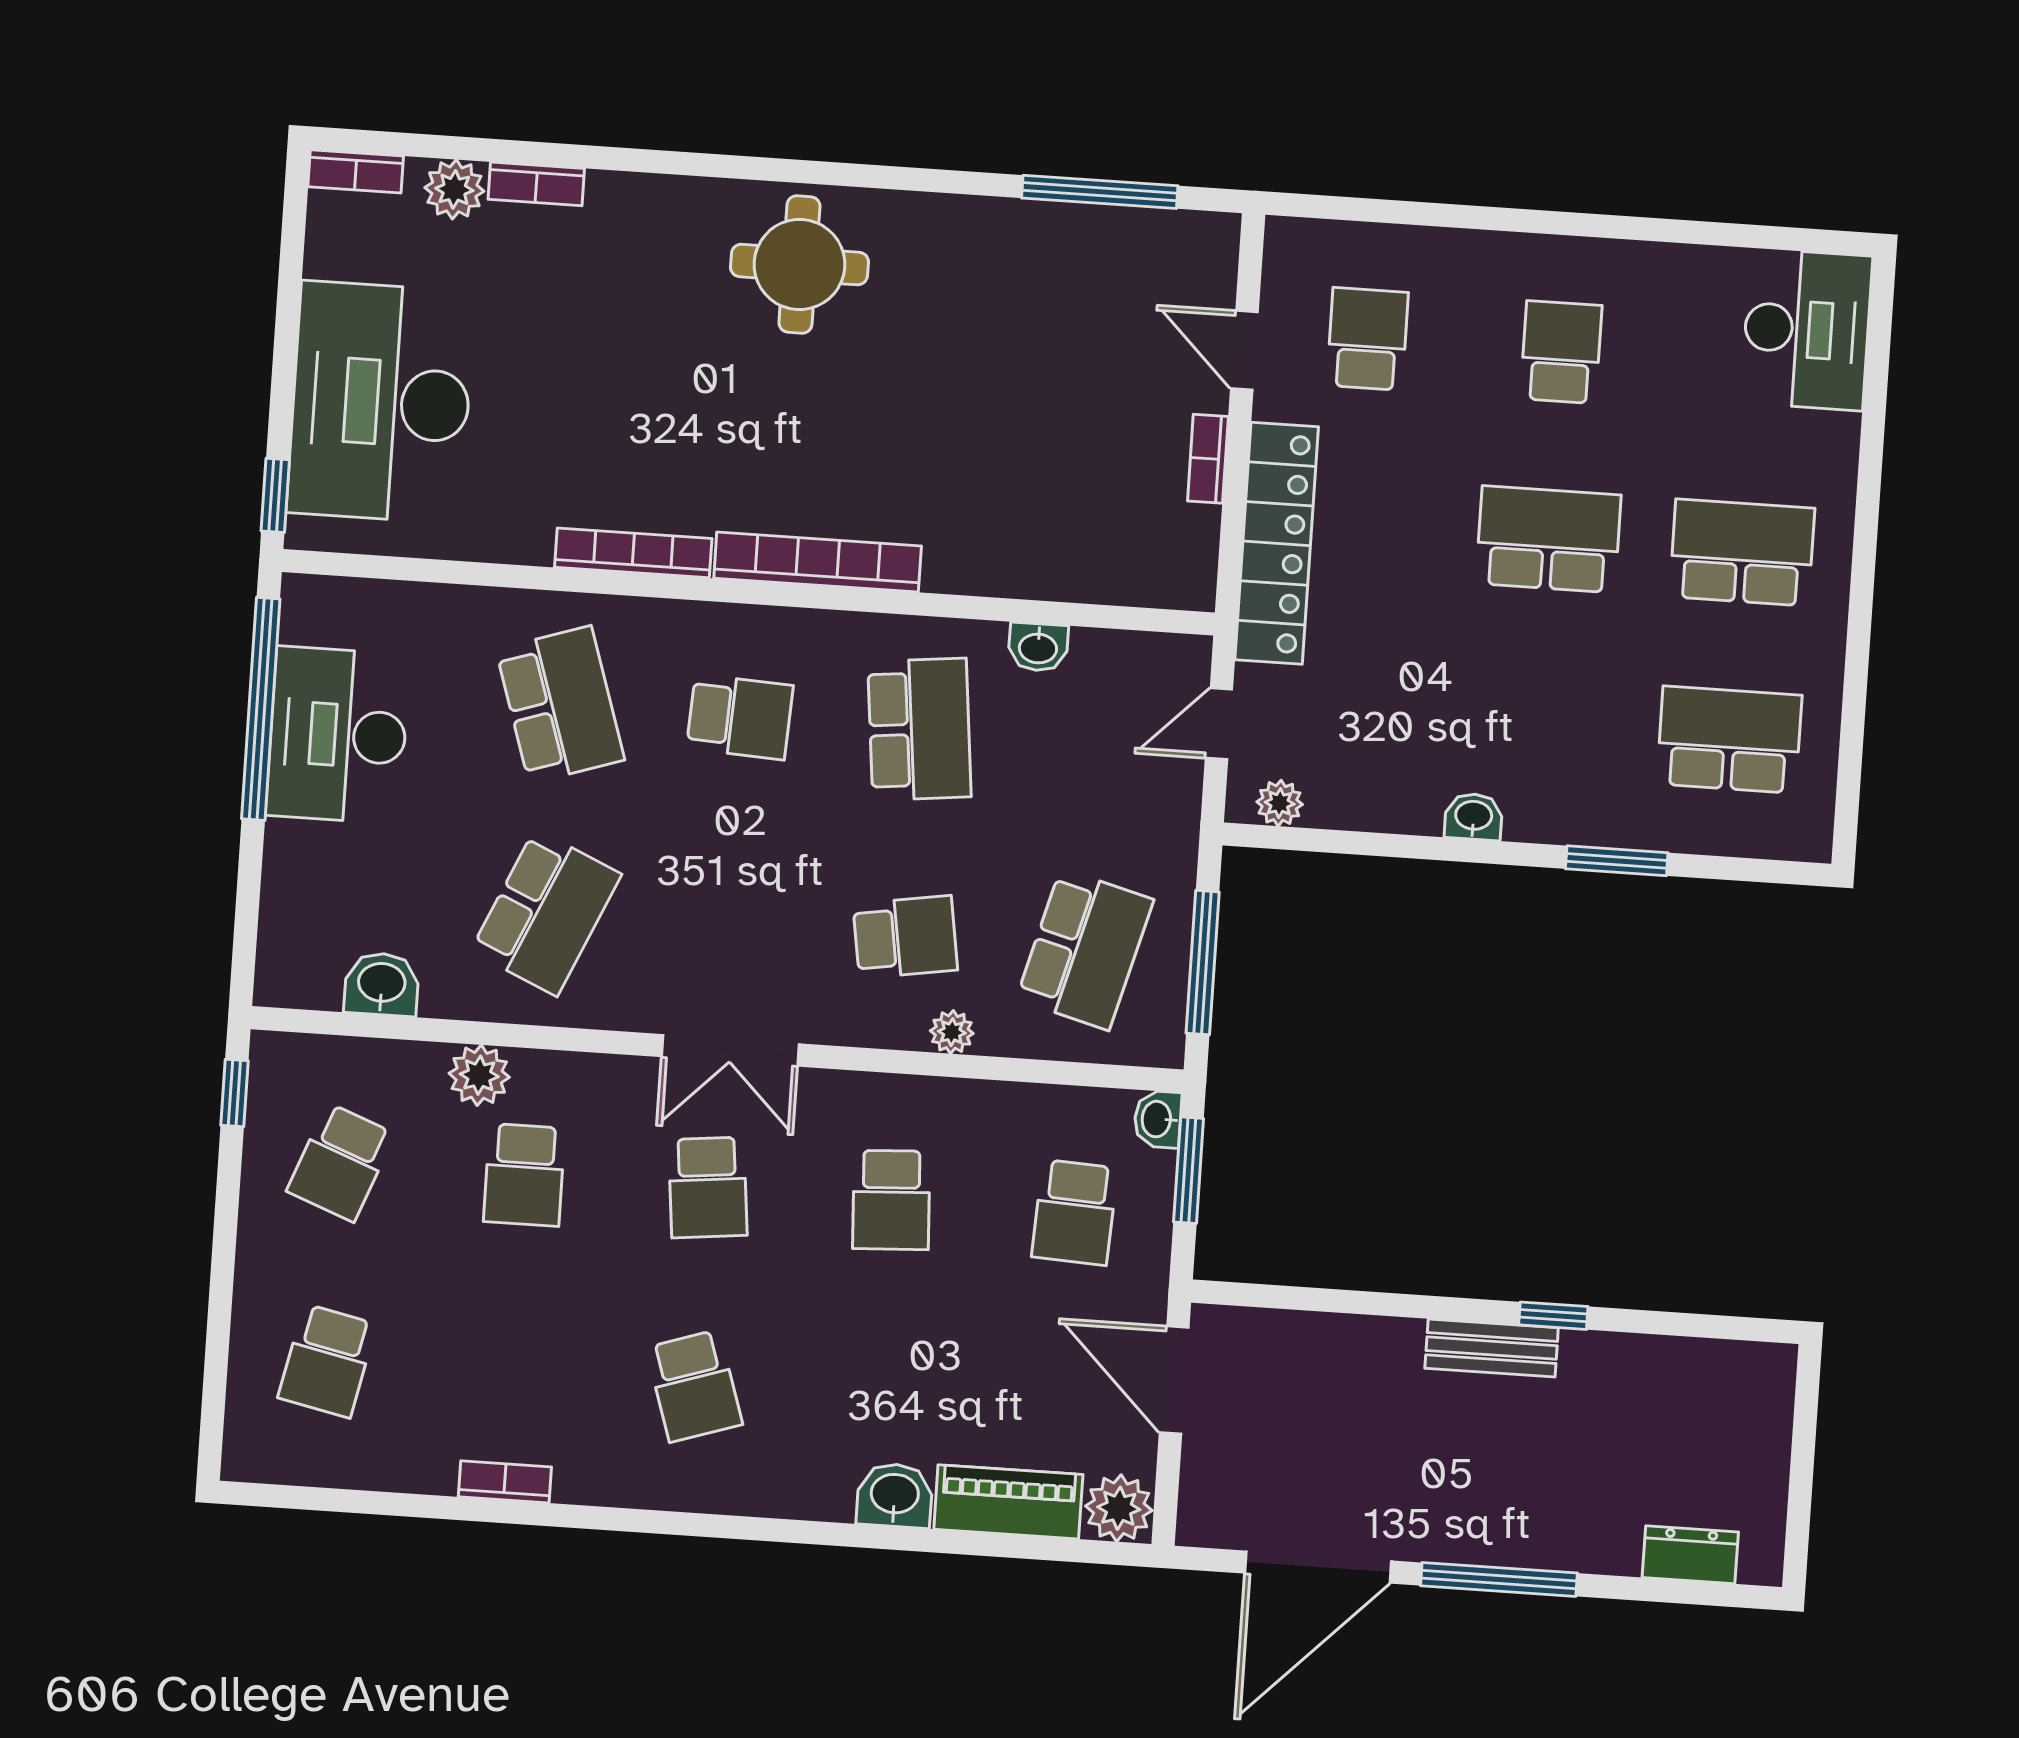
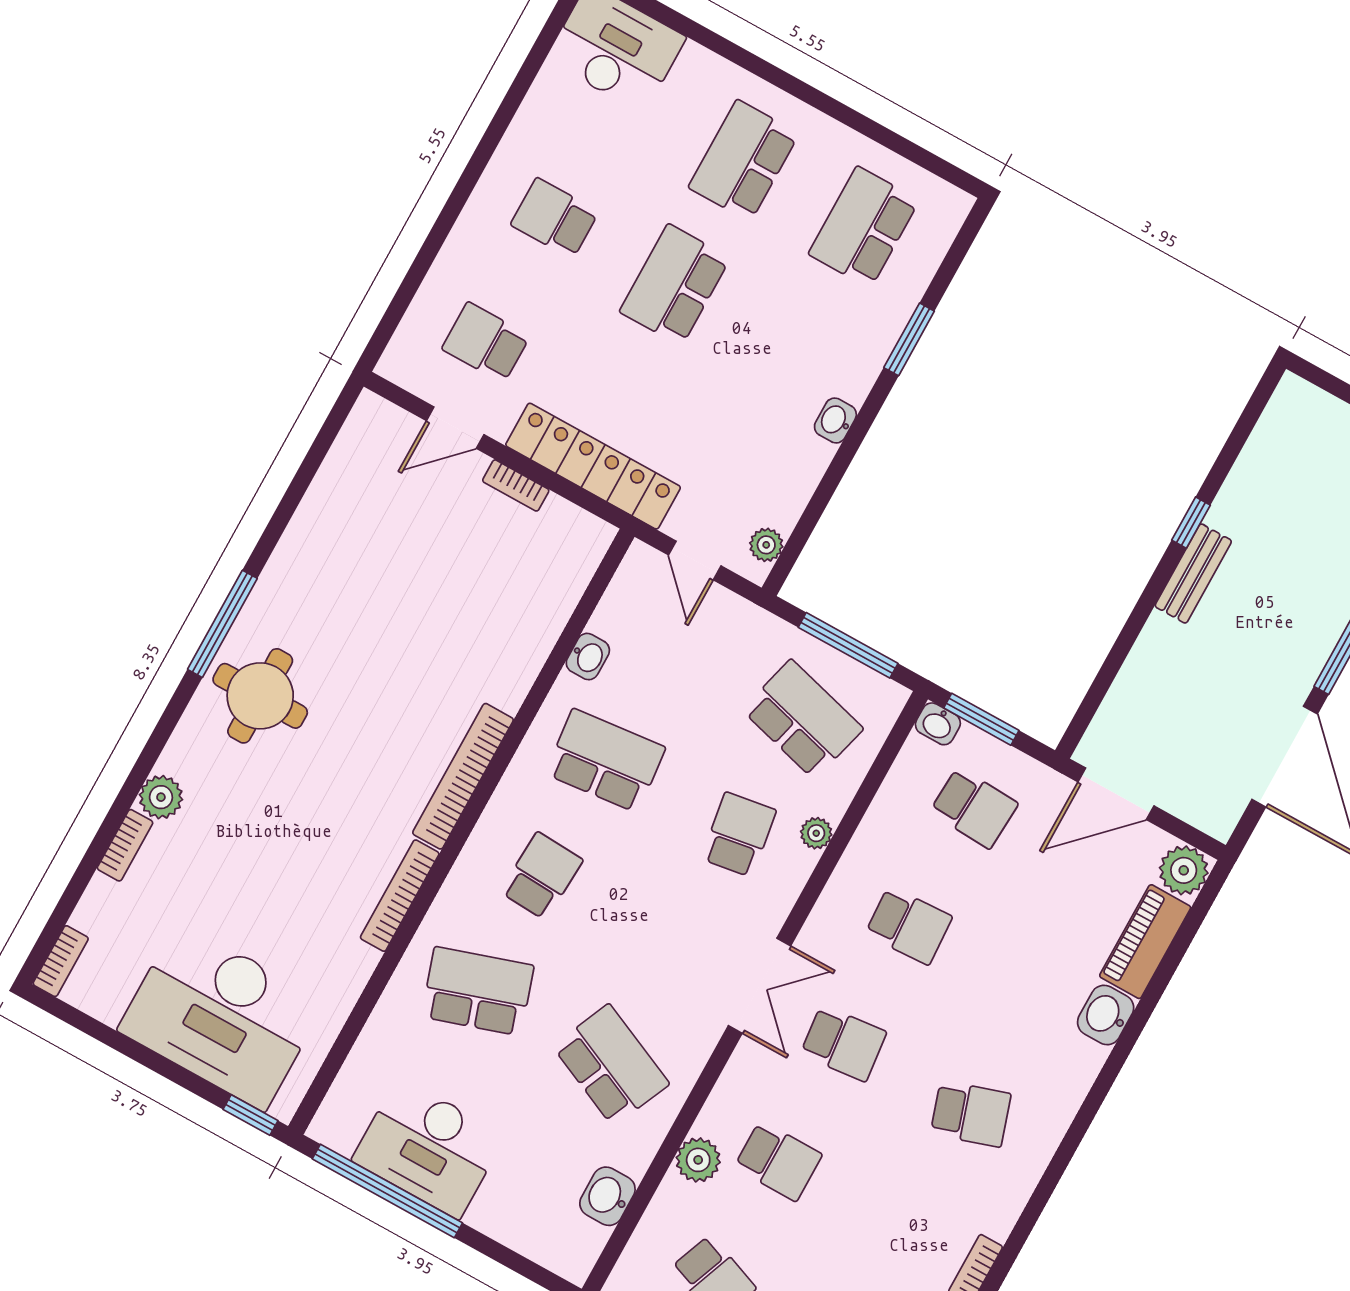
plant: (454, 189) -> (161, 797), moved
window: (1100, 192) -> (222, 624), moved

